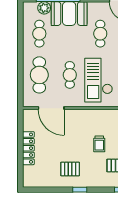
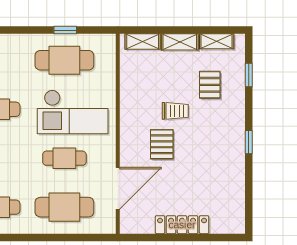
pallet: (70, 169) -> (162, 144), moved

